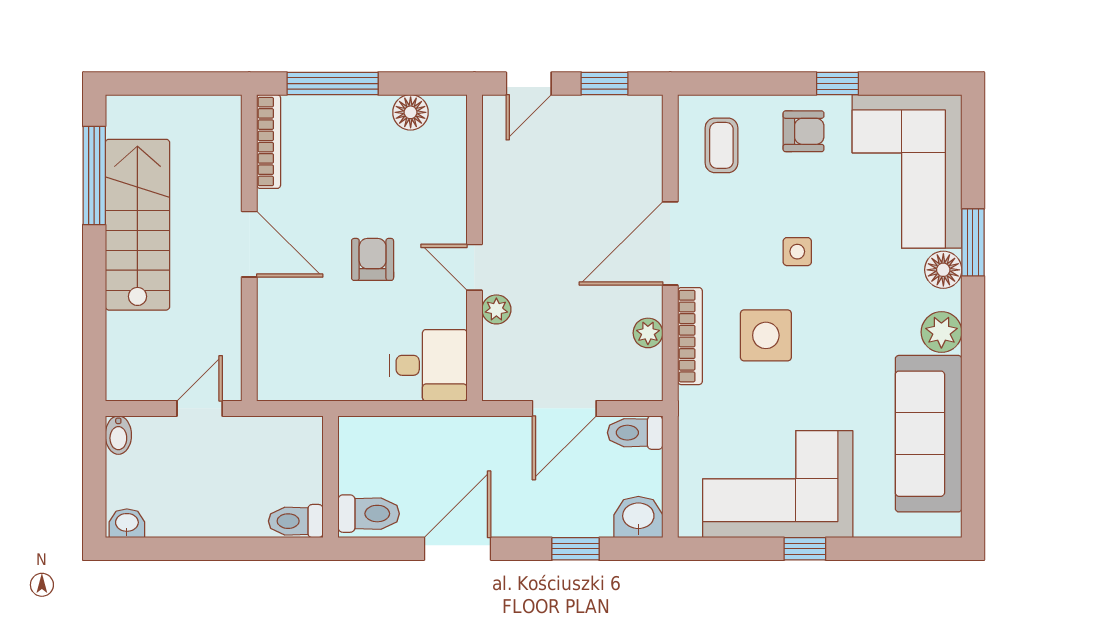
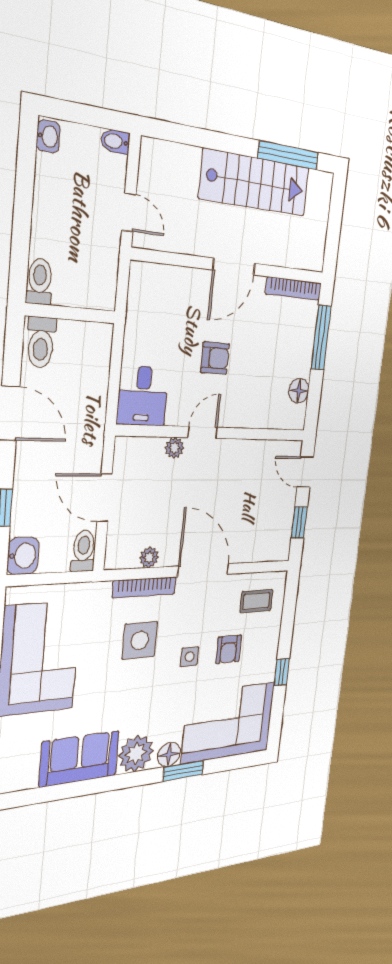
armchair: (804, 131) -> (229, 649), moved
plant: (941, 332) -> (136, 754), width x1.36, depth x1.36
sofa: (929, 434) -> (79, 759), width x0.73

